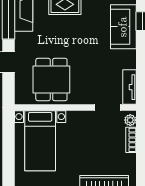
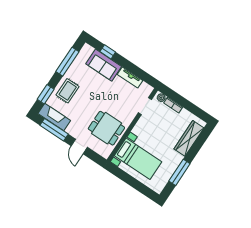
tv unit: (130, 87) -> (130, 77), moved

